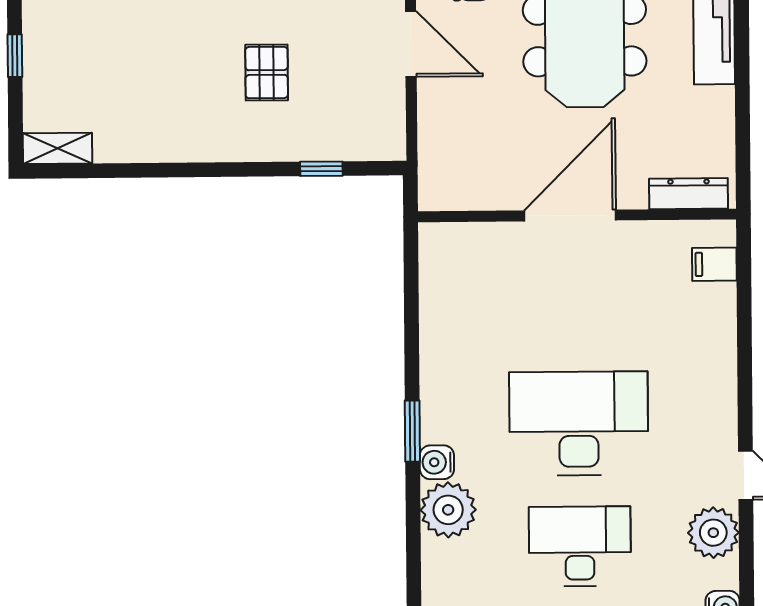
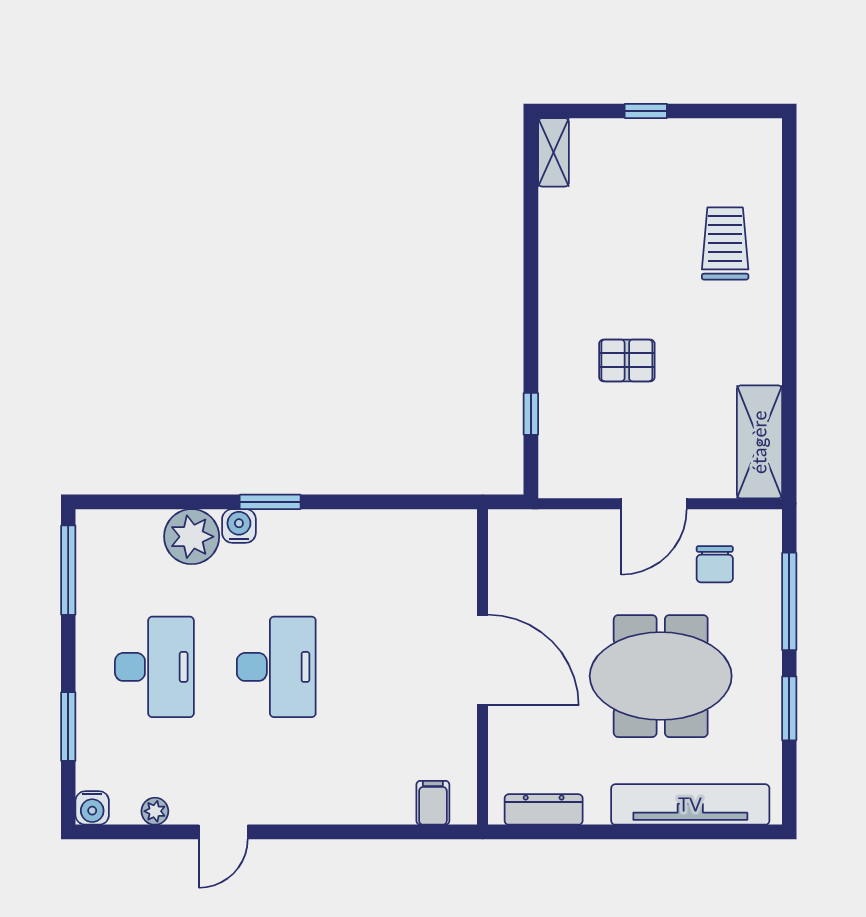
dresser: (689, 194) -> (544, 809), moved, turned -90
desk: (579, 423) -> (276, 667), width x0.73, depth x0.77
plant: (713, 533) -> (155, 811), width x0.53, depth x0.53

